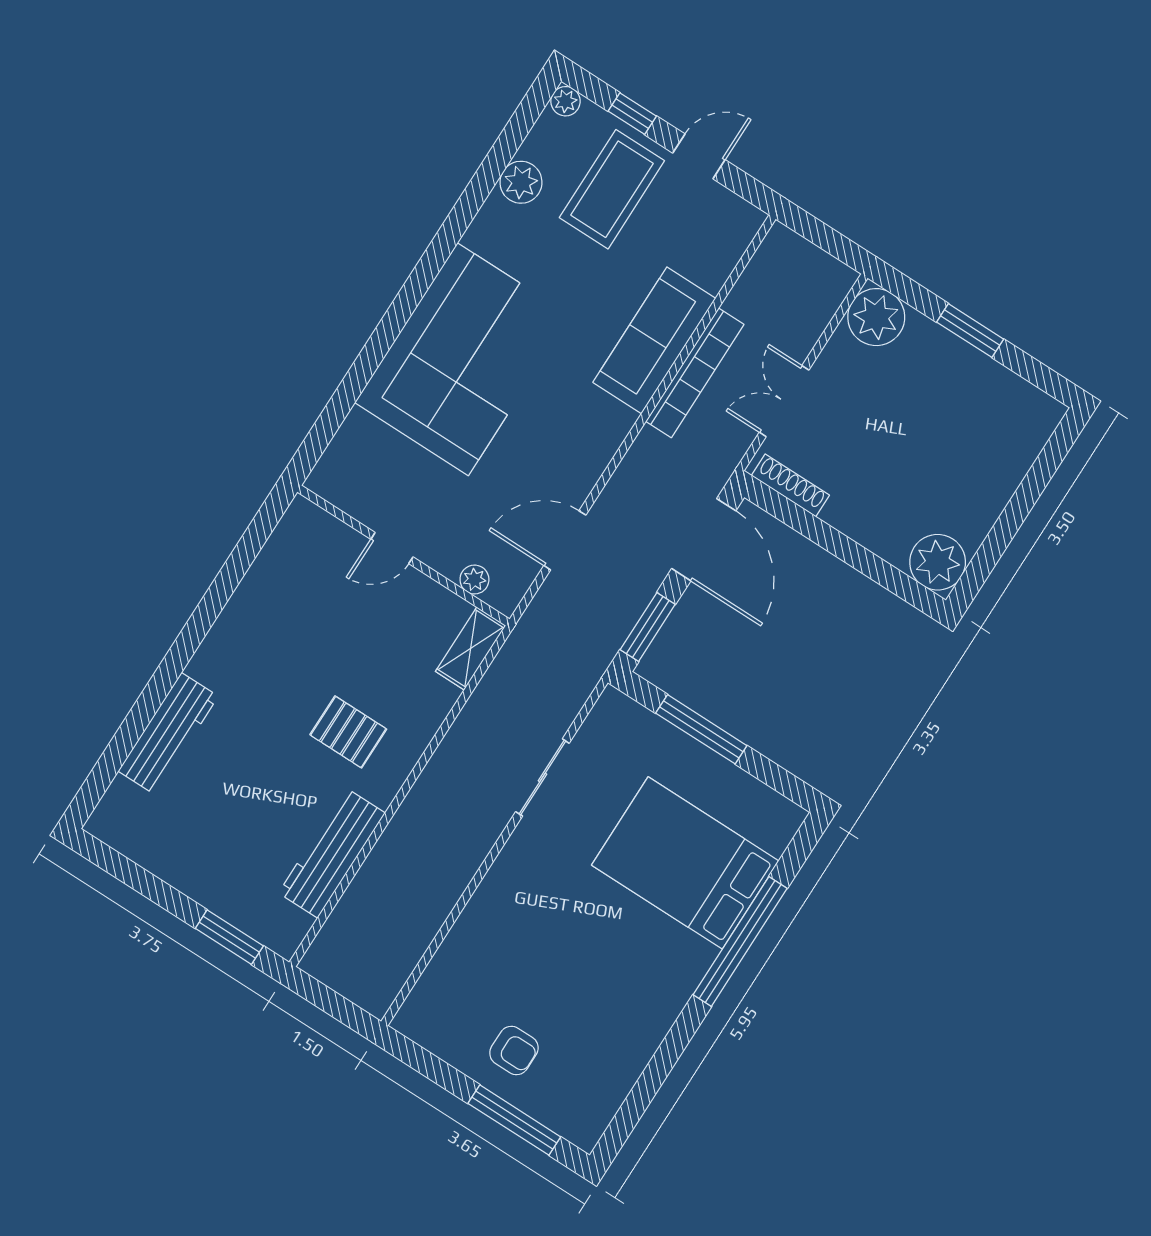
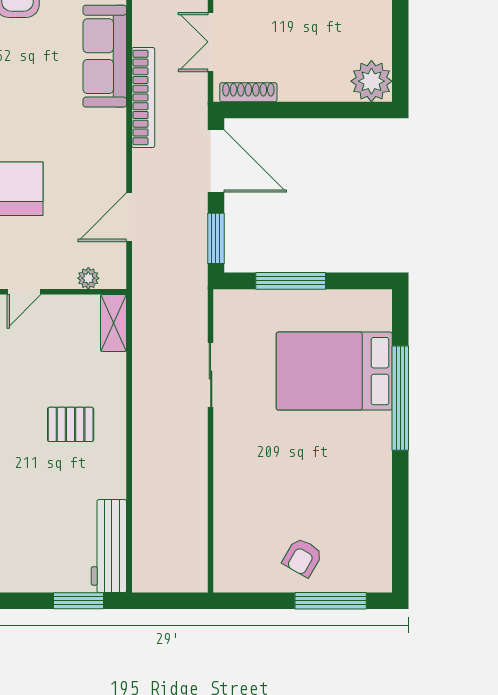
bookcase: (695, 373) -> (143, 97), moved
workbench: (332, 853) -> (109, 546), moved
armchair: (514, 1050) -> (302, 557), turned 120

